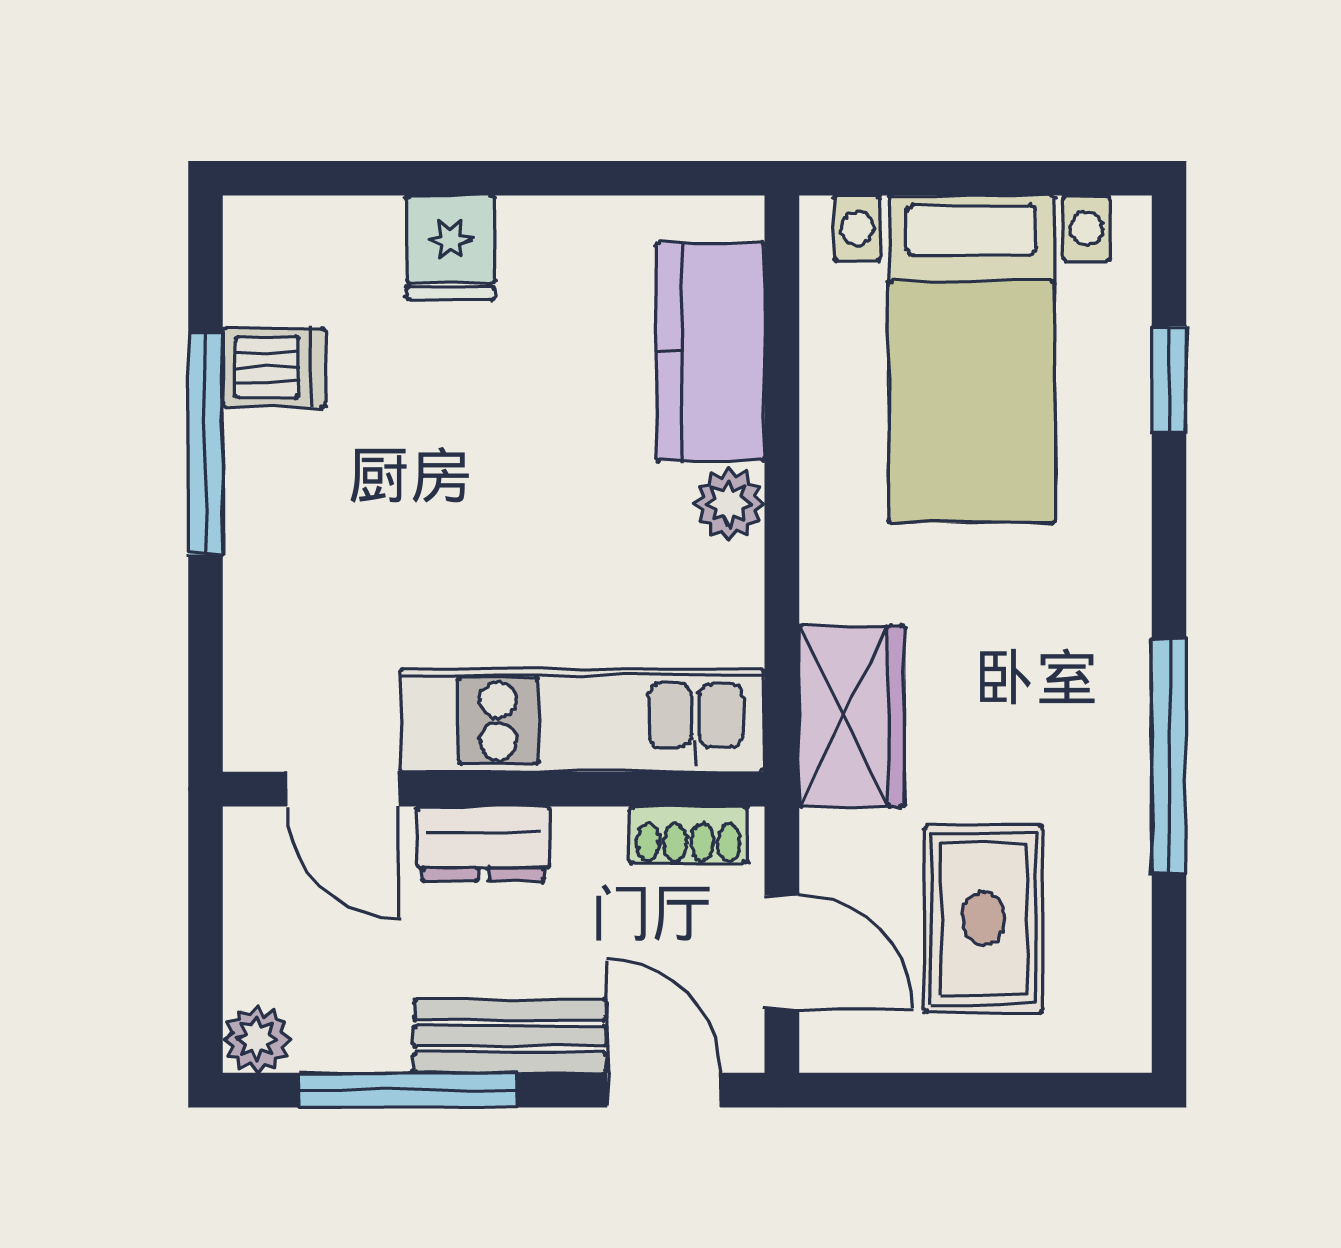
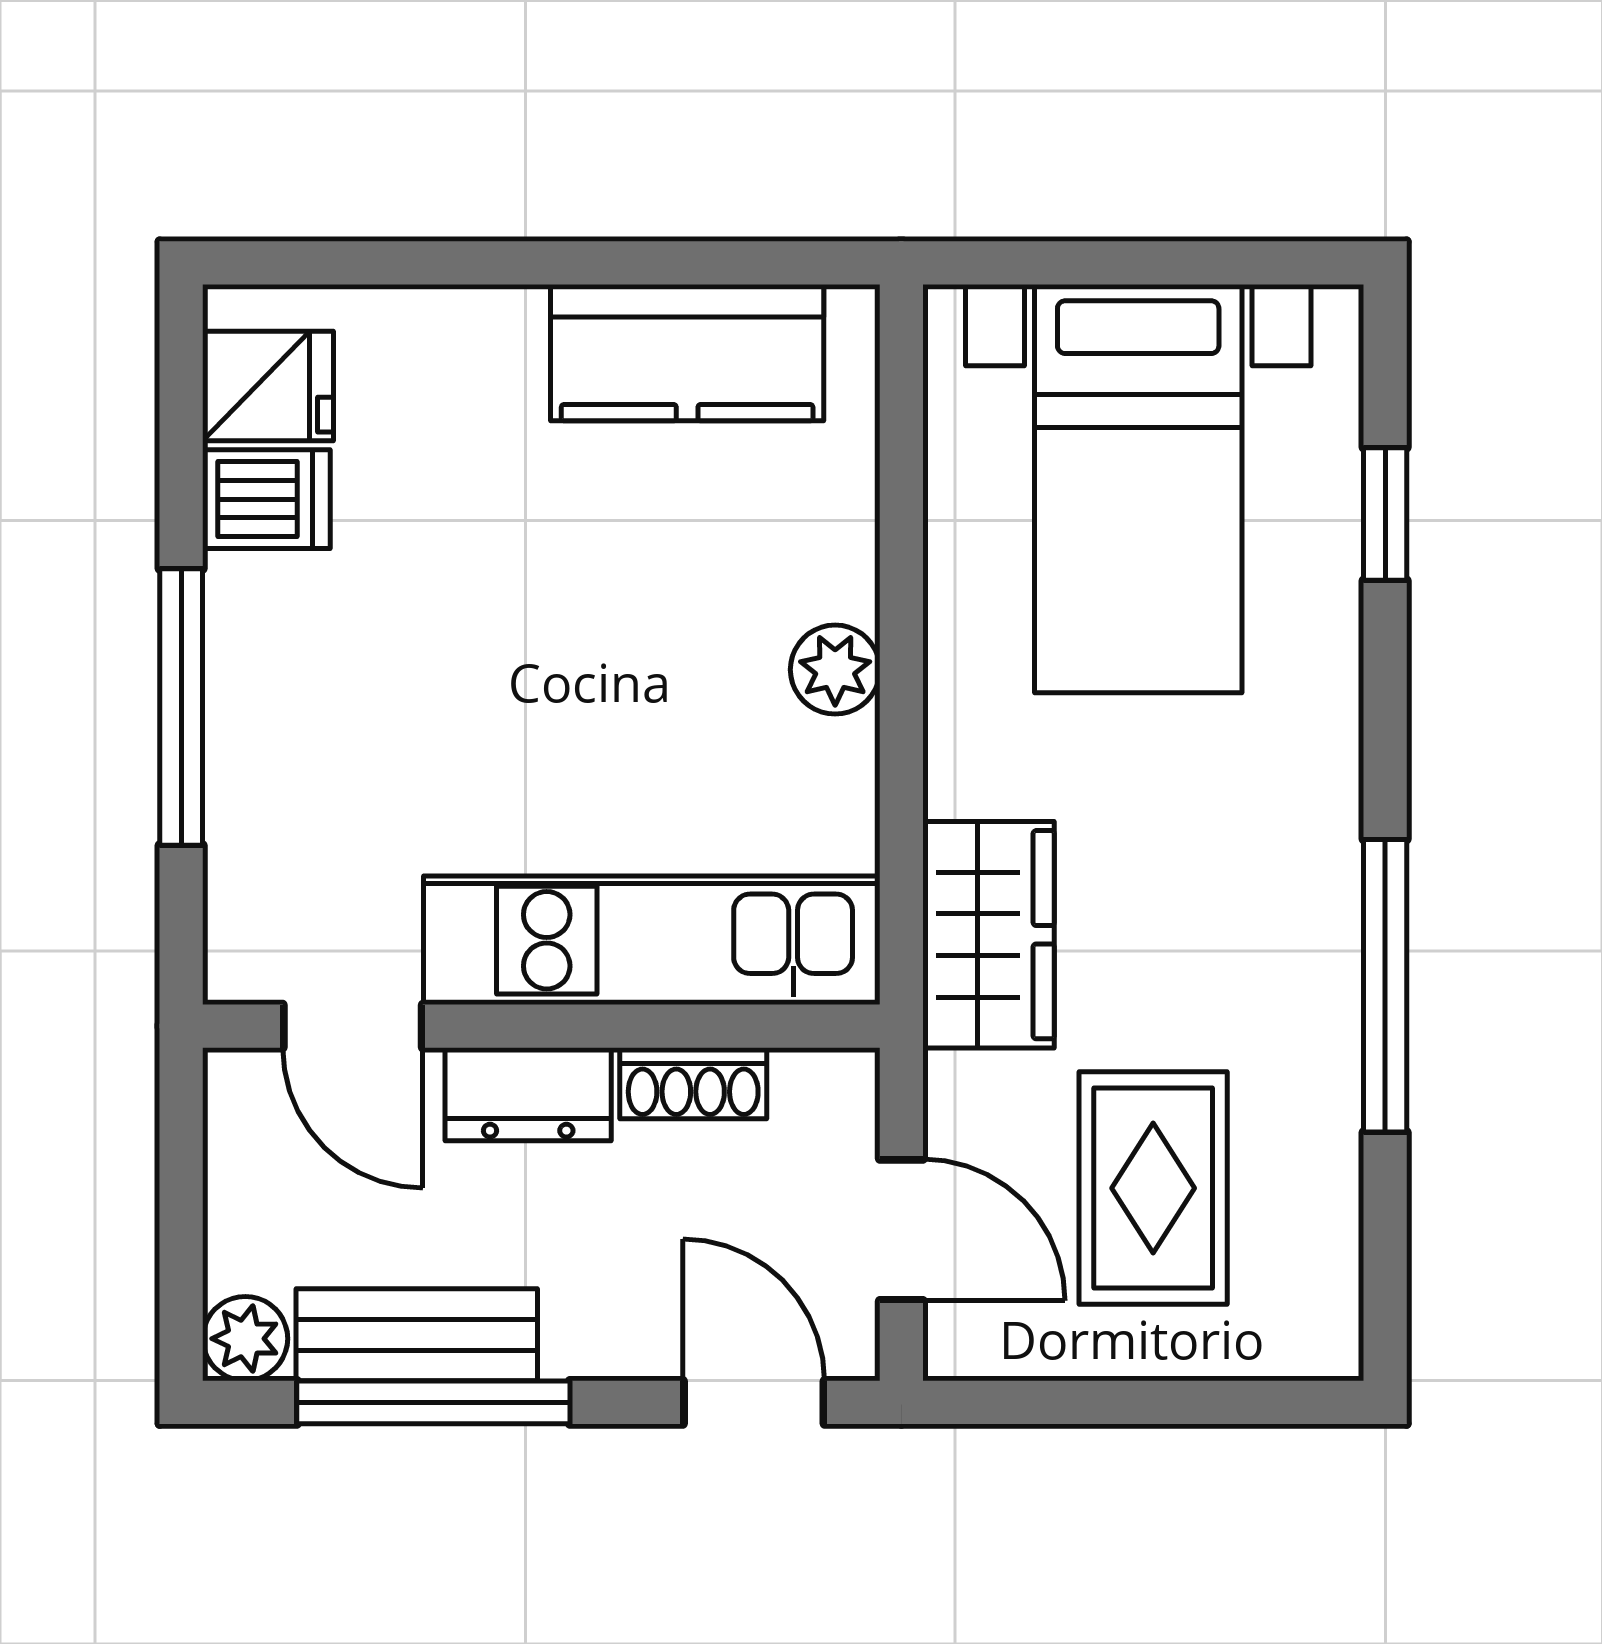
fridge: (450, 248) -> (268, 386), moved, turned -90
kitchen counter: (710, 352) -> (687, 353), moved, turned -90
window: (206, 444) -> (181, 707), moved
shoe rack: (689, 835) -> (693, 1083), moved
bench: (510, 1036) -> (417, 1335), moved

